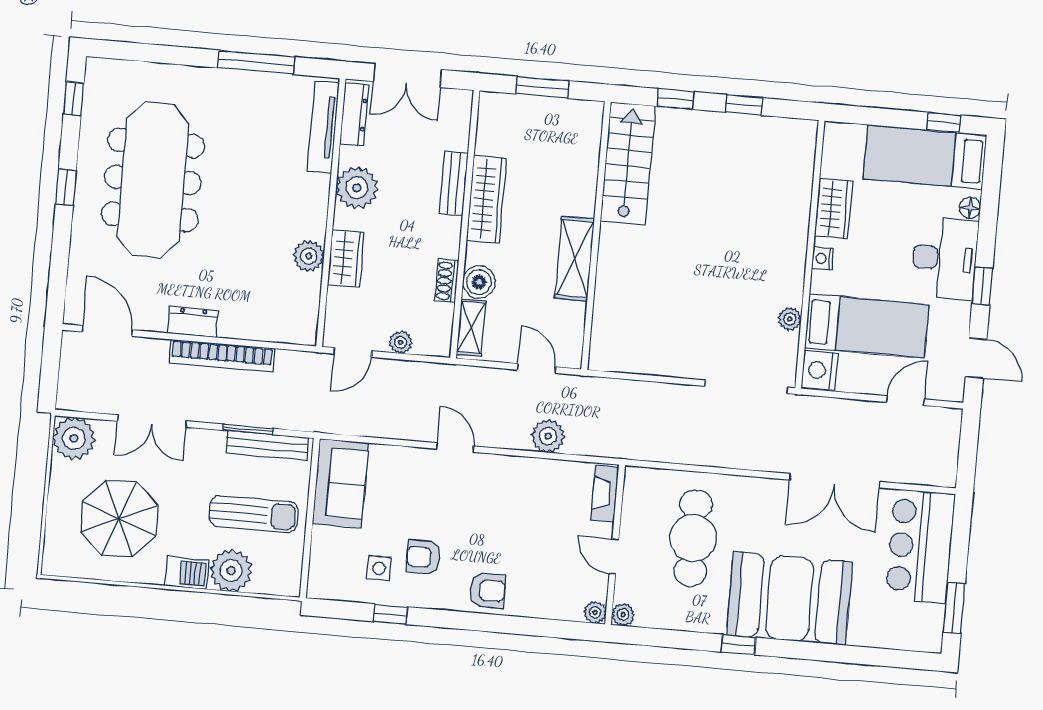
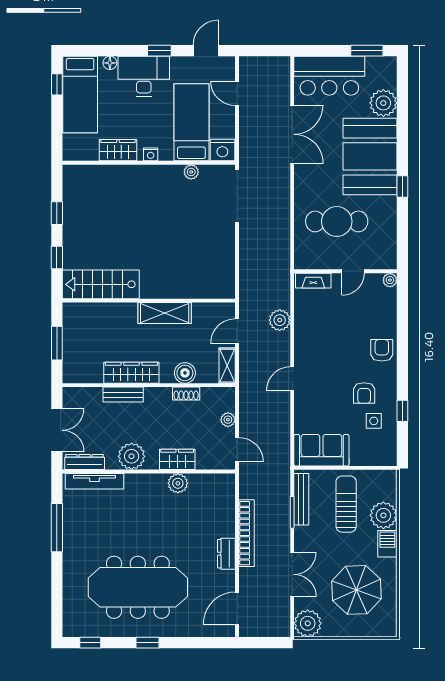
shelving: (471, 328) -> (227, 366), moved, turned 90
plant: (623, 615) -> (383, 103), moved, width x1.87, depth x1.87

